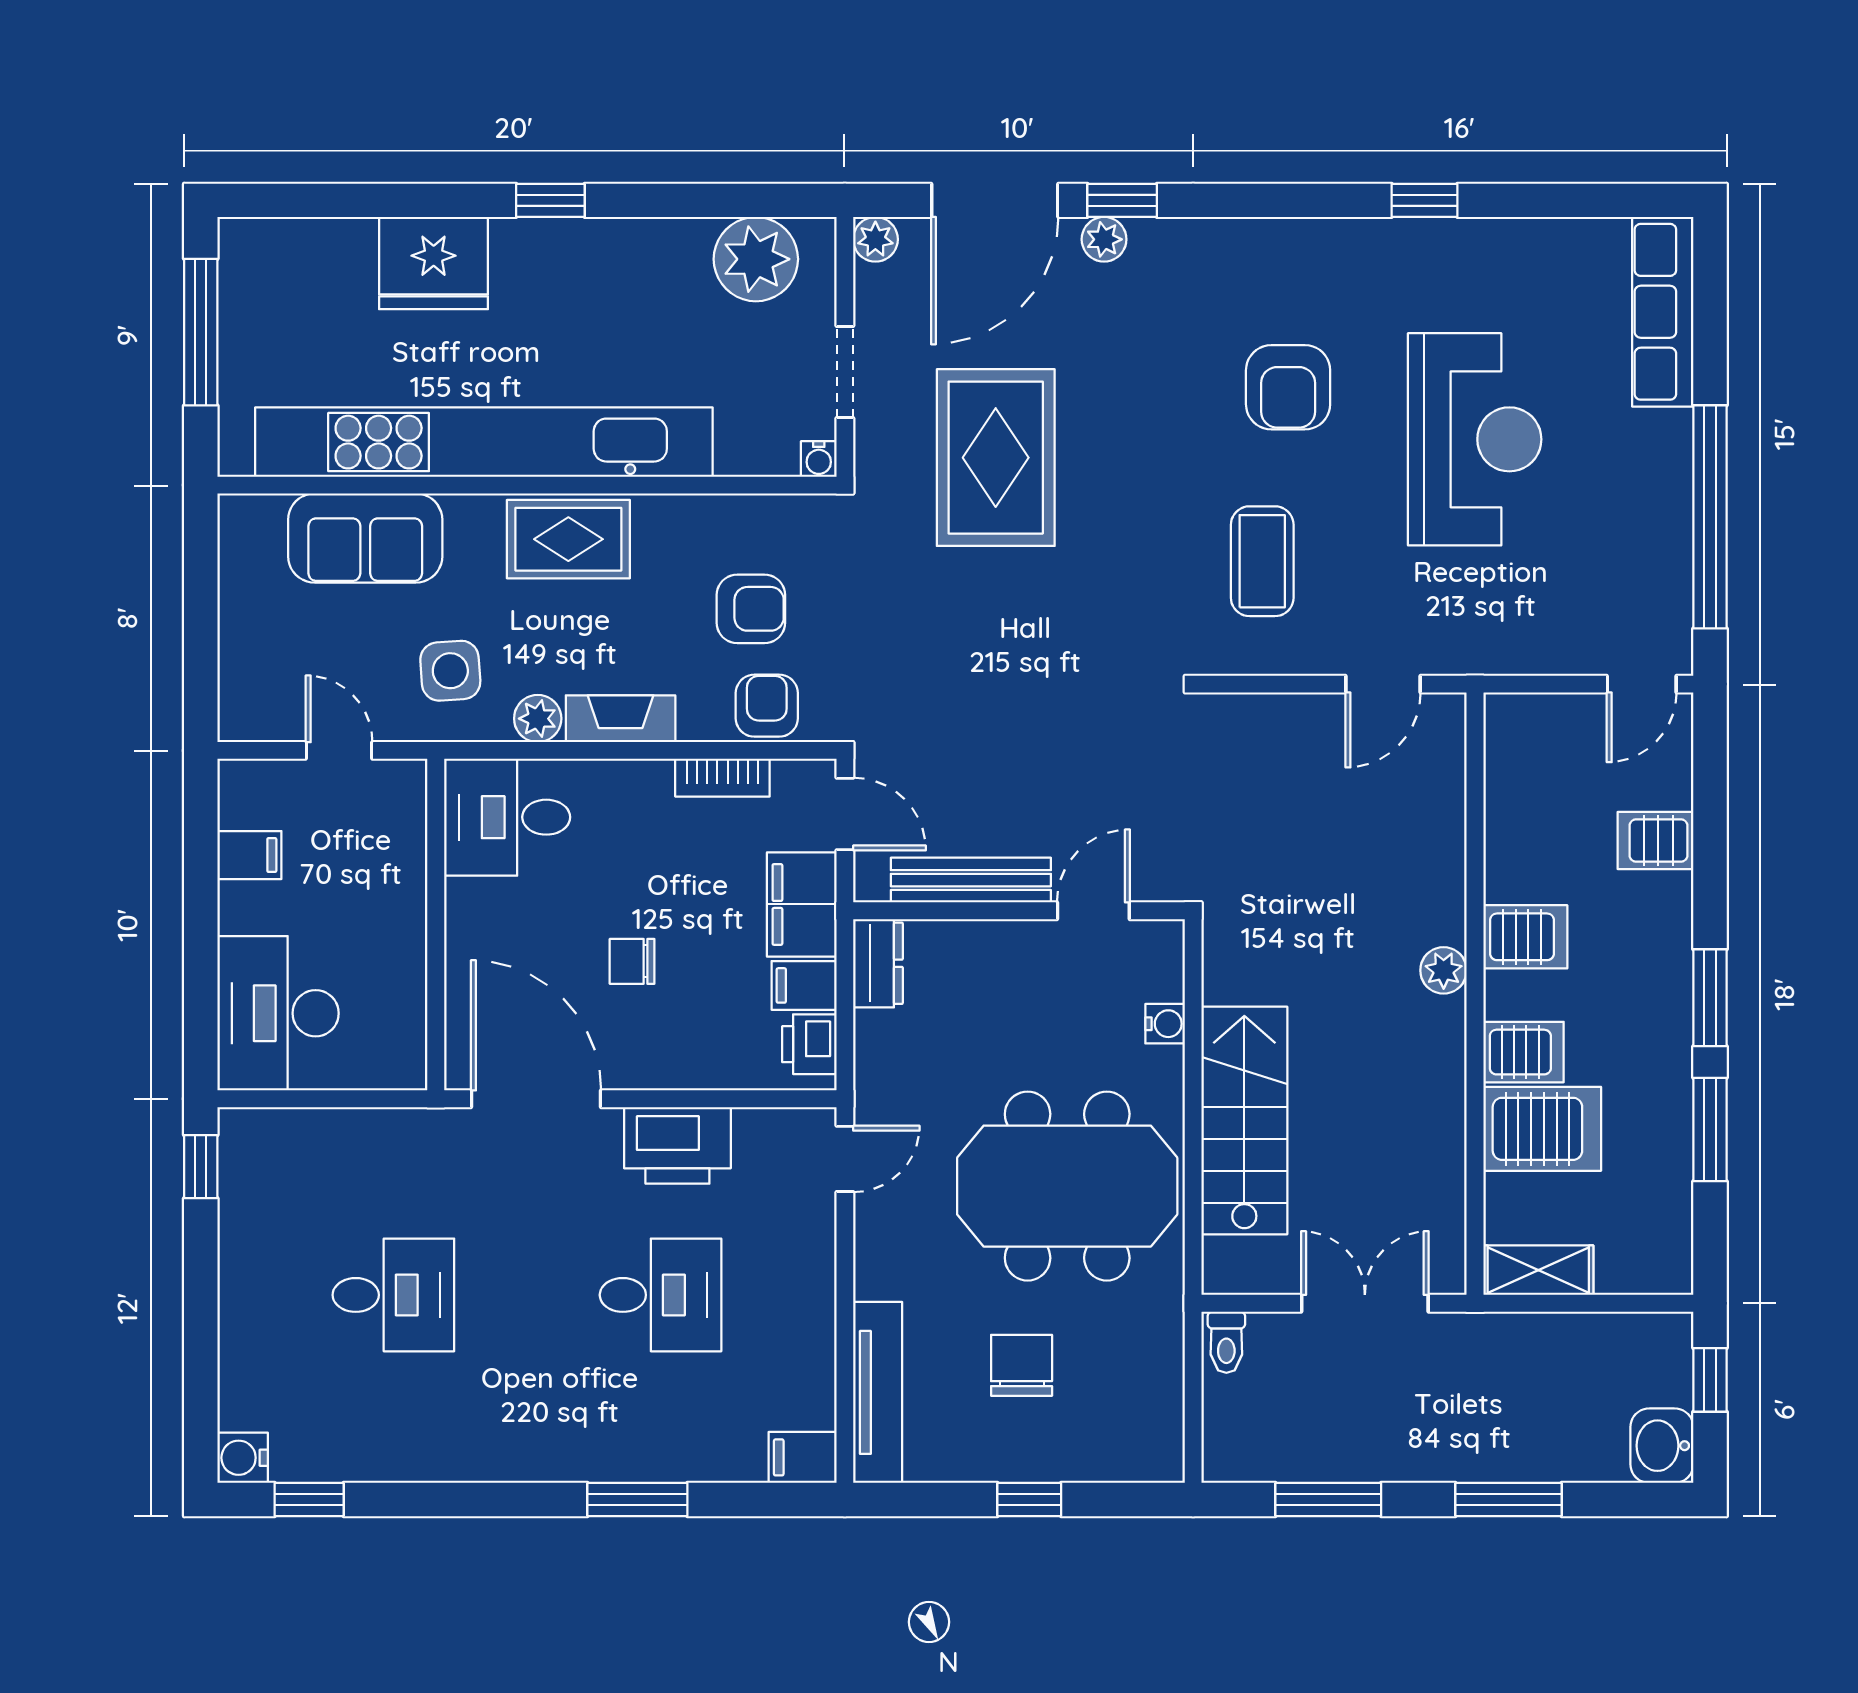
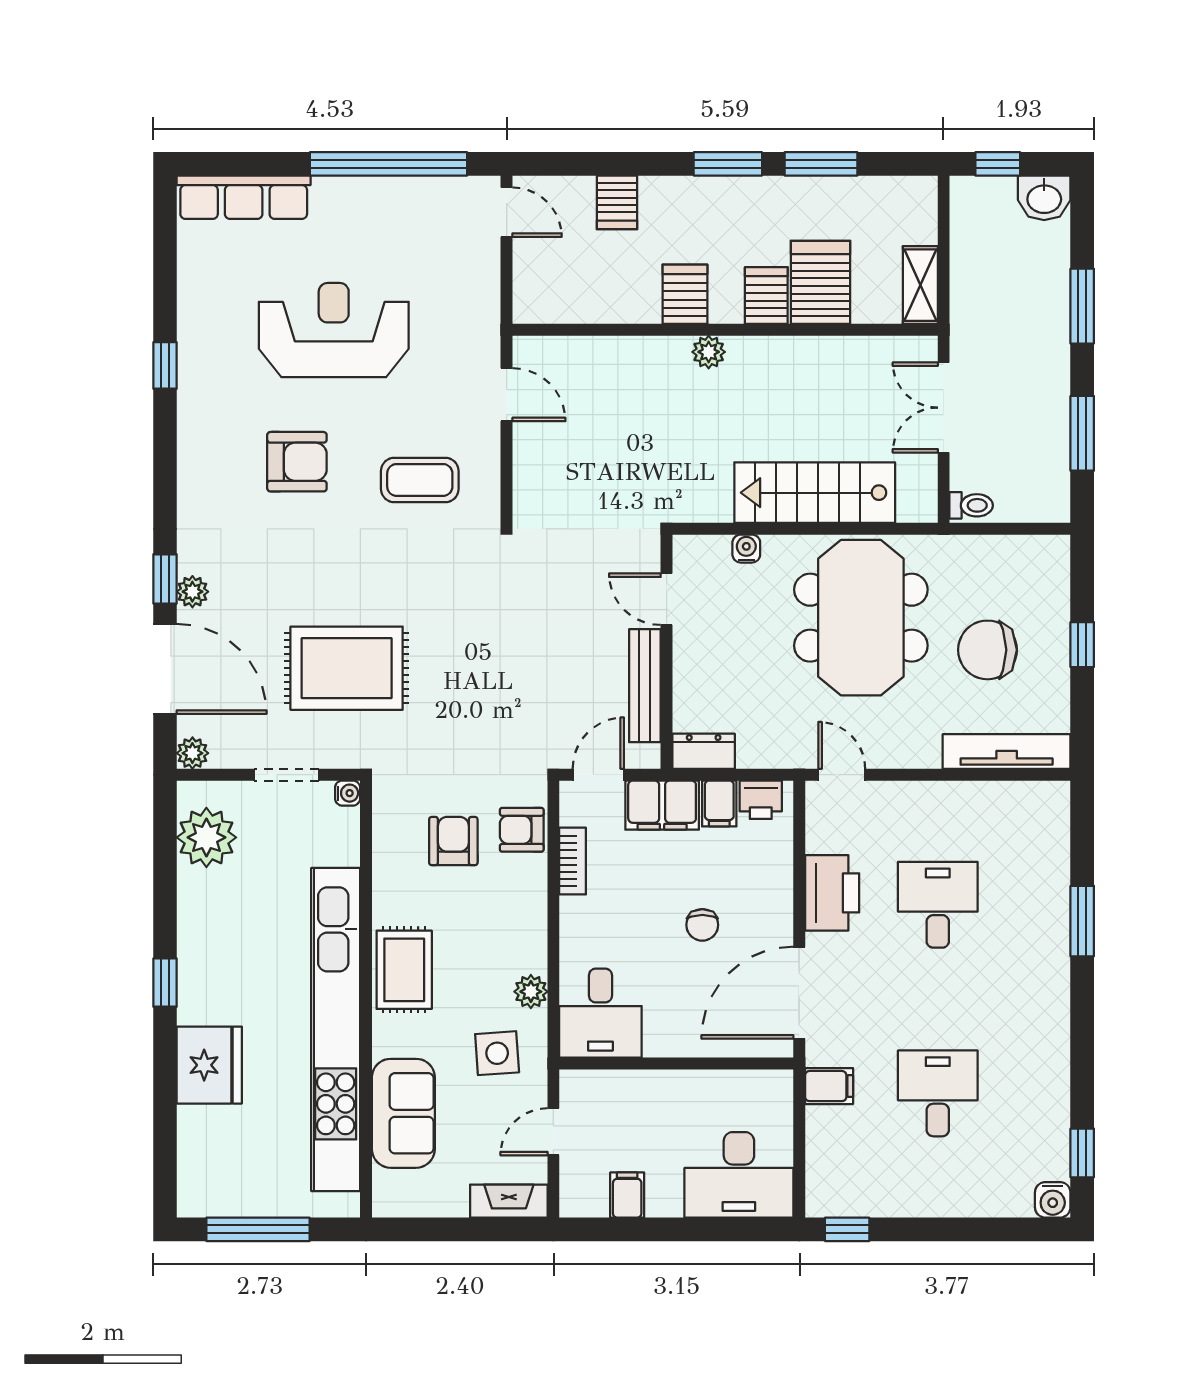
fireplace: (621, 719) -> (509, 1201), moved, turned 90
chair: (1022, 1365) -> (987, 650), width x1.37, depth x1.37
filing cabinet: (803, 1457) -> (829, 1086), moved, turned -90

